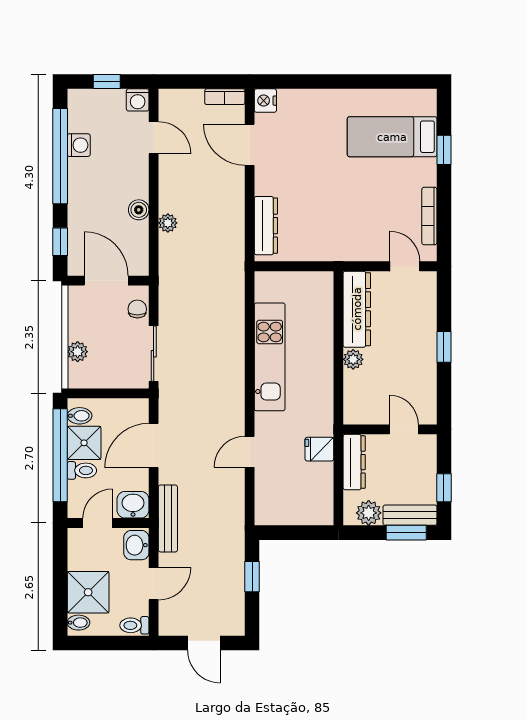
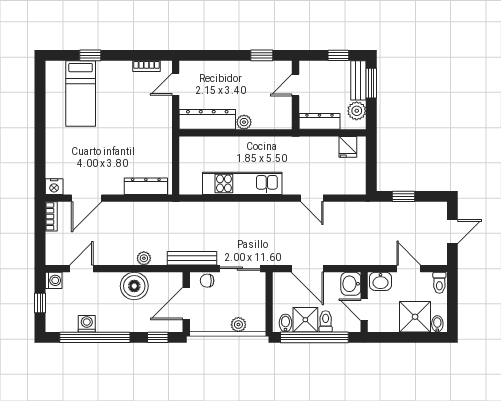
boiler: (139, 210) -> (134, 286), width x1.86, depth x1.86
bookcase: (429, 216) -> (146, 66), width x0.64
window: (444, 347) -> (262, 55), moved
fridge: (319, 449) -> (348, 147), moved
bench: (168, 518) -> (192, 258), moved

